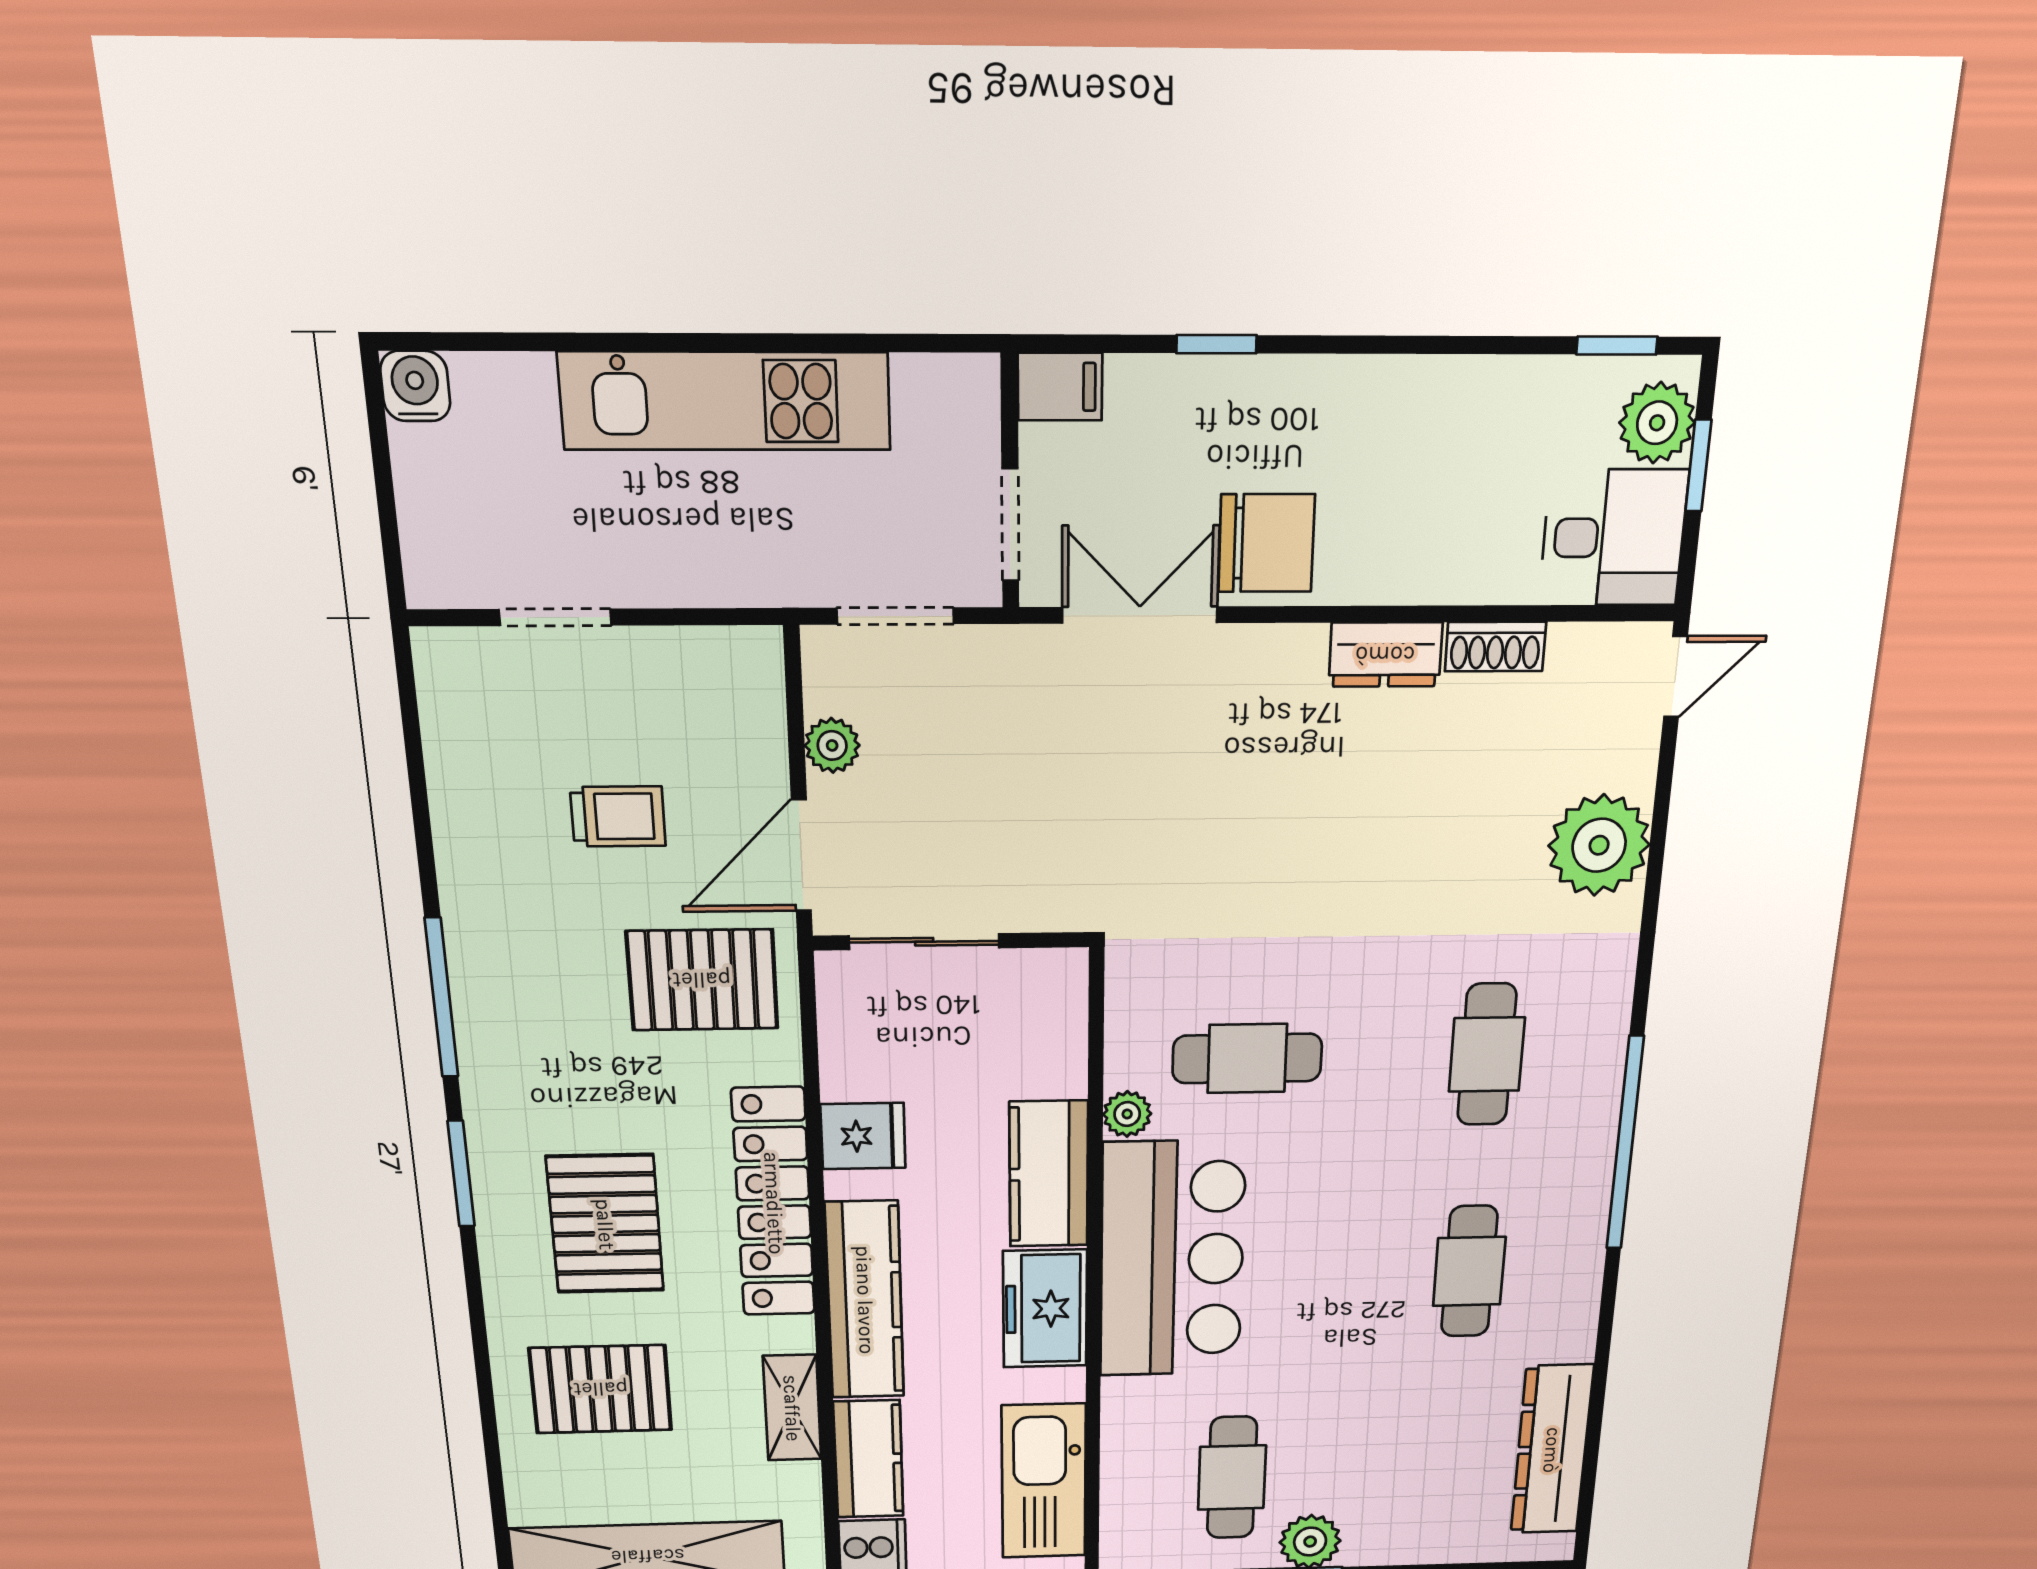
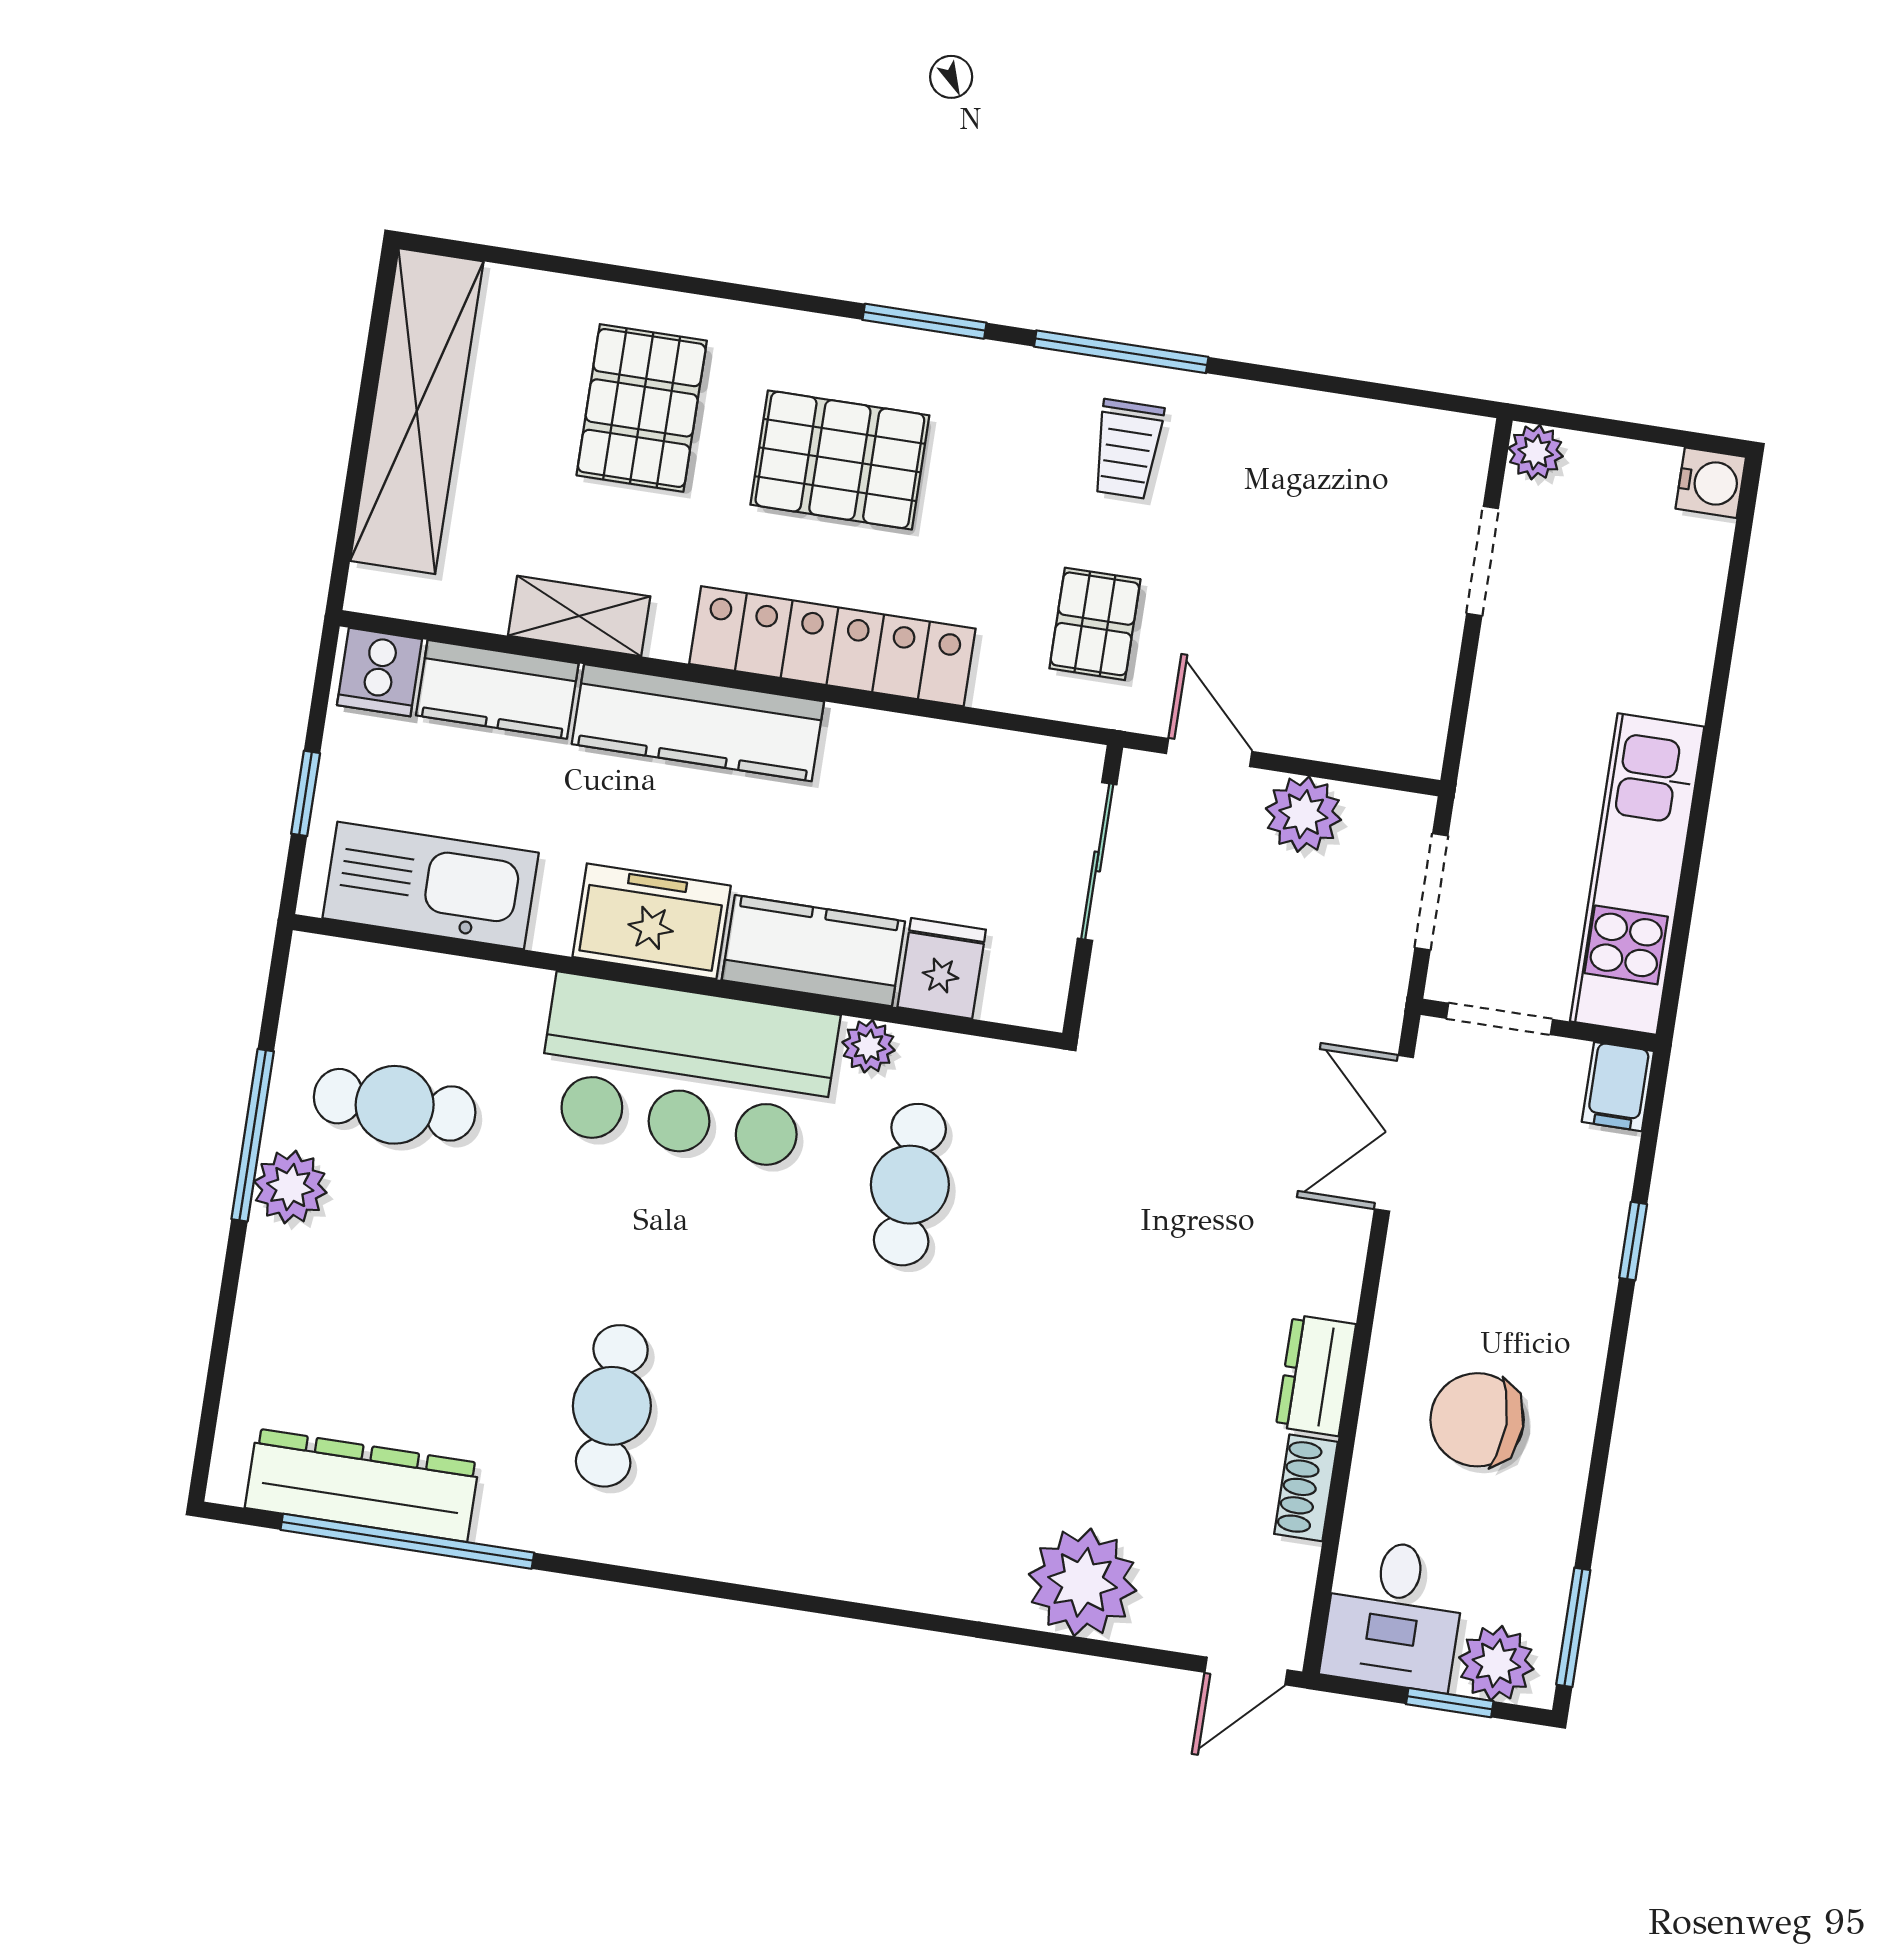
window: (1617, 346) -> (1573, 1627), width x1.50
kitchen unit: (725, 401) -> (1637, 874), moved
chair: (1266, 543) -> (1477, 1420), moved, turned 90
plant: (432, 580) -> (1536, 452), added
double door: (1140, 615) -> (1394, 1133), swing flipped
door: (1676, 677) -> (1246, 1671), hinge flipped
plant: (832, 745) -> (1303, 814), width x1.38, depth x1.38
trolley: (618, 816) -> (1127, 449), moved
door: (801, 855) -> (1209, 753), width x0.73
pallet: (702, 980) -> (1095, 624), width x0.67, depth x0.71
cafe table: (1487, 1055) -> (869, 1446), removed
fridge: (863, 1136) -> (942, 968), moved, turned 180
window: (1625, 1144) -> (407, 1541), moved
cafe table: (1469, 1271) -> (612, 1406), turned 90

